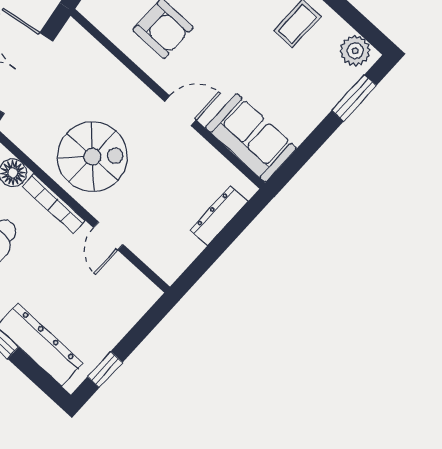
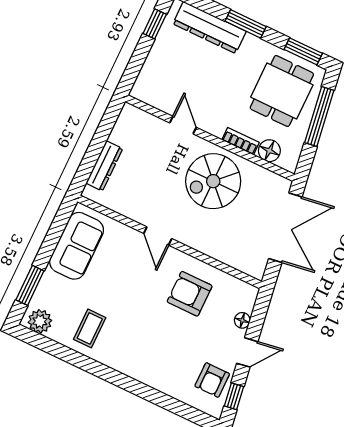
door: (180, 111) -> (158, 236), hinge flipped
sofa: (251, 138) -> (77, 246), moved, turned -90
bookcase: (54, 204) -> (240, 141), width x0.64

